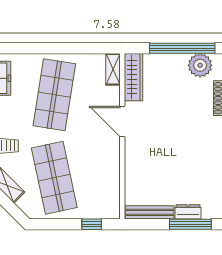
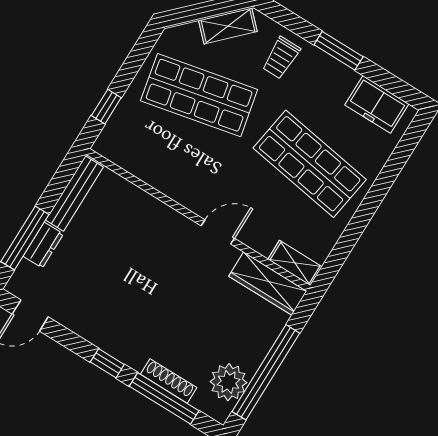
door: (122, 122) -> (218, 232), width x0.73

